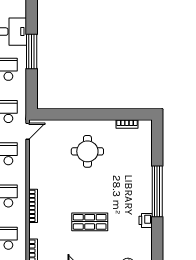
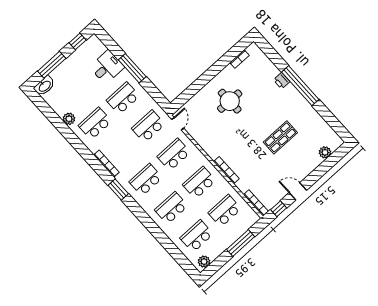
printer: (146, 220) -> (282, 81), moved
shop shelf: (90, 222) -> (280, 137), moved

